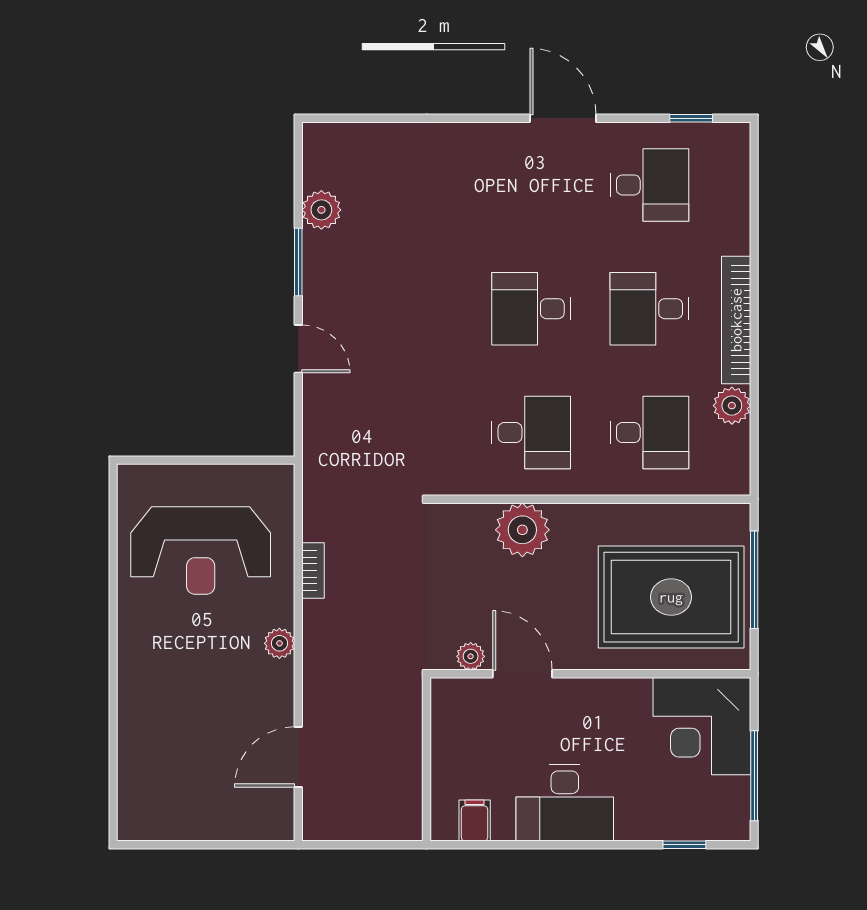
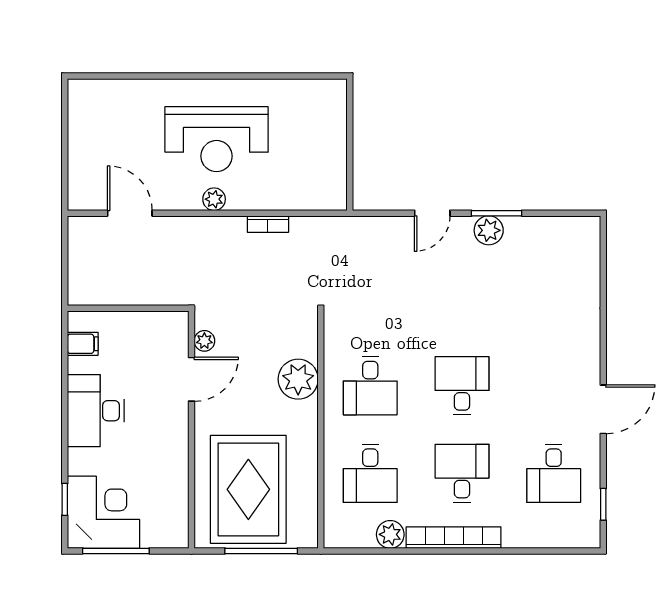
plant: (321, 210) -> (489, 230), moved
reception desk: (201, 551) -> (217, 139), moved, turned -90
corner desk: (702, 726) -> (103, 512), moved, turned 90

